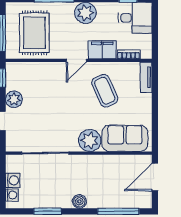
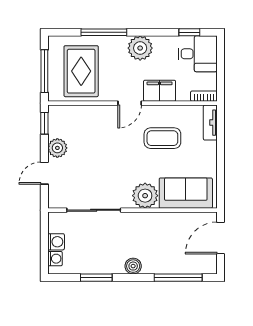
bookcase: (129, 54) -> (204, 96), moved
coffee table: (105, 91) -> (162, 138), turned -66

